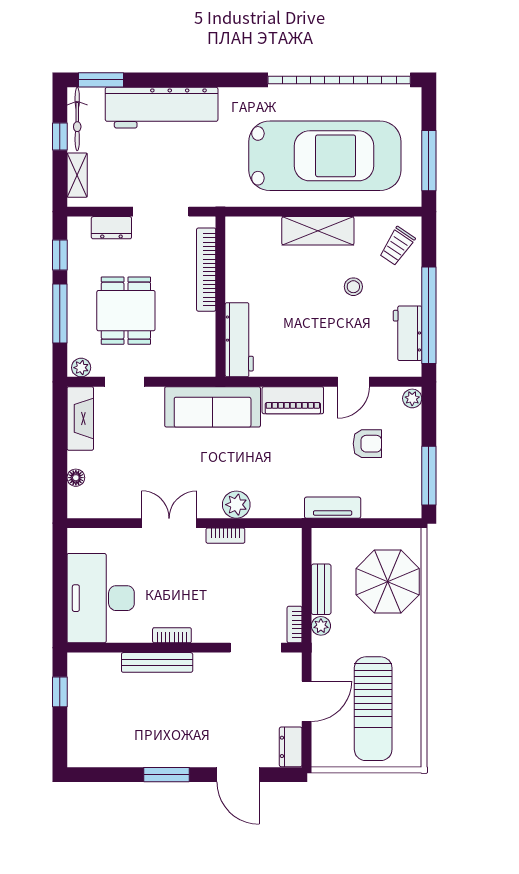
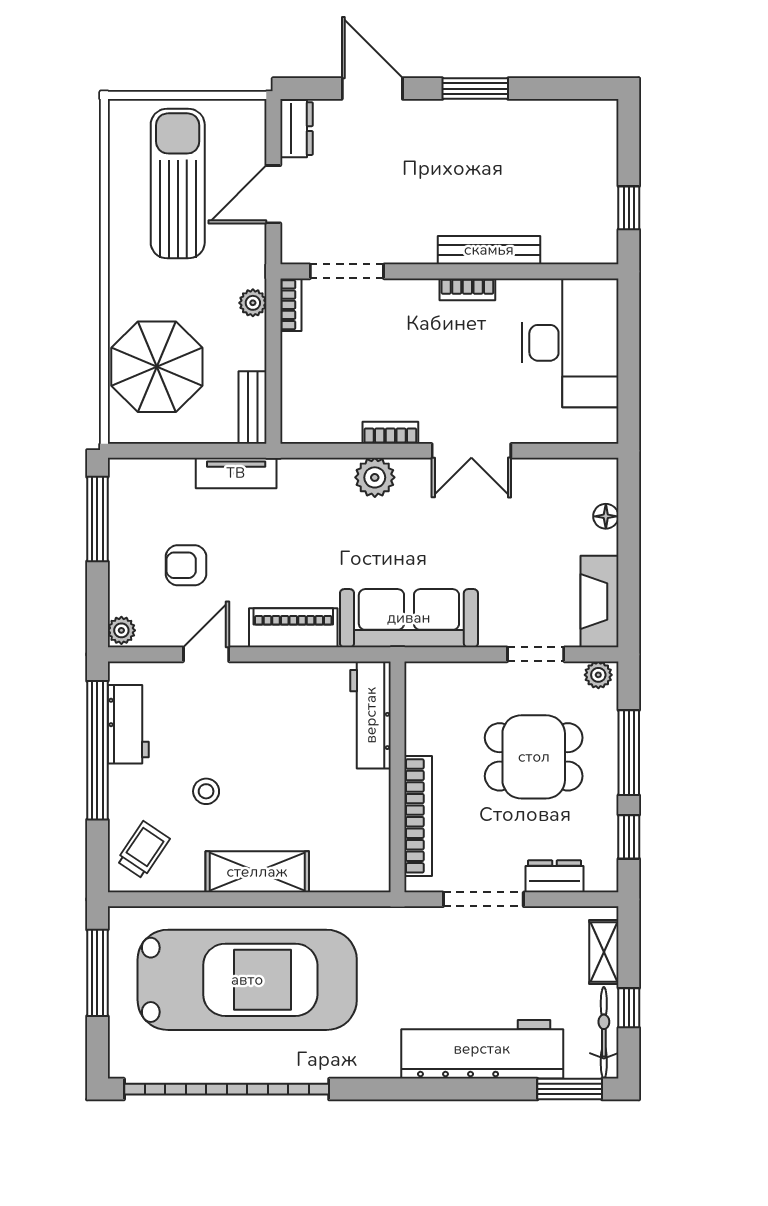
car: (325, 156) -> (247, 980), turned 180
dining table: (126, 311) -> (534, 757), turned 90
bench: (321, 589) -> (253, 408), moved

